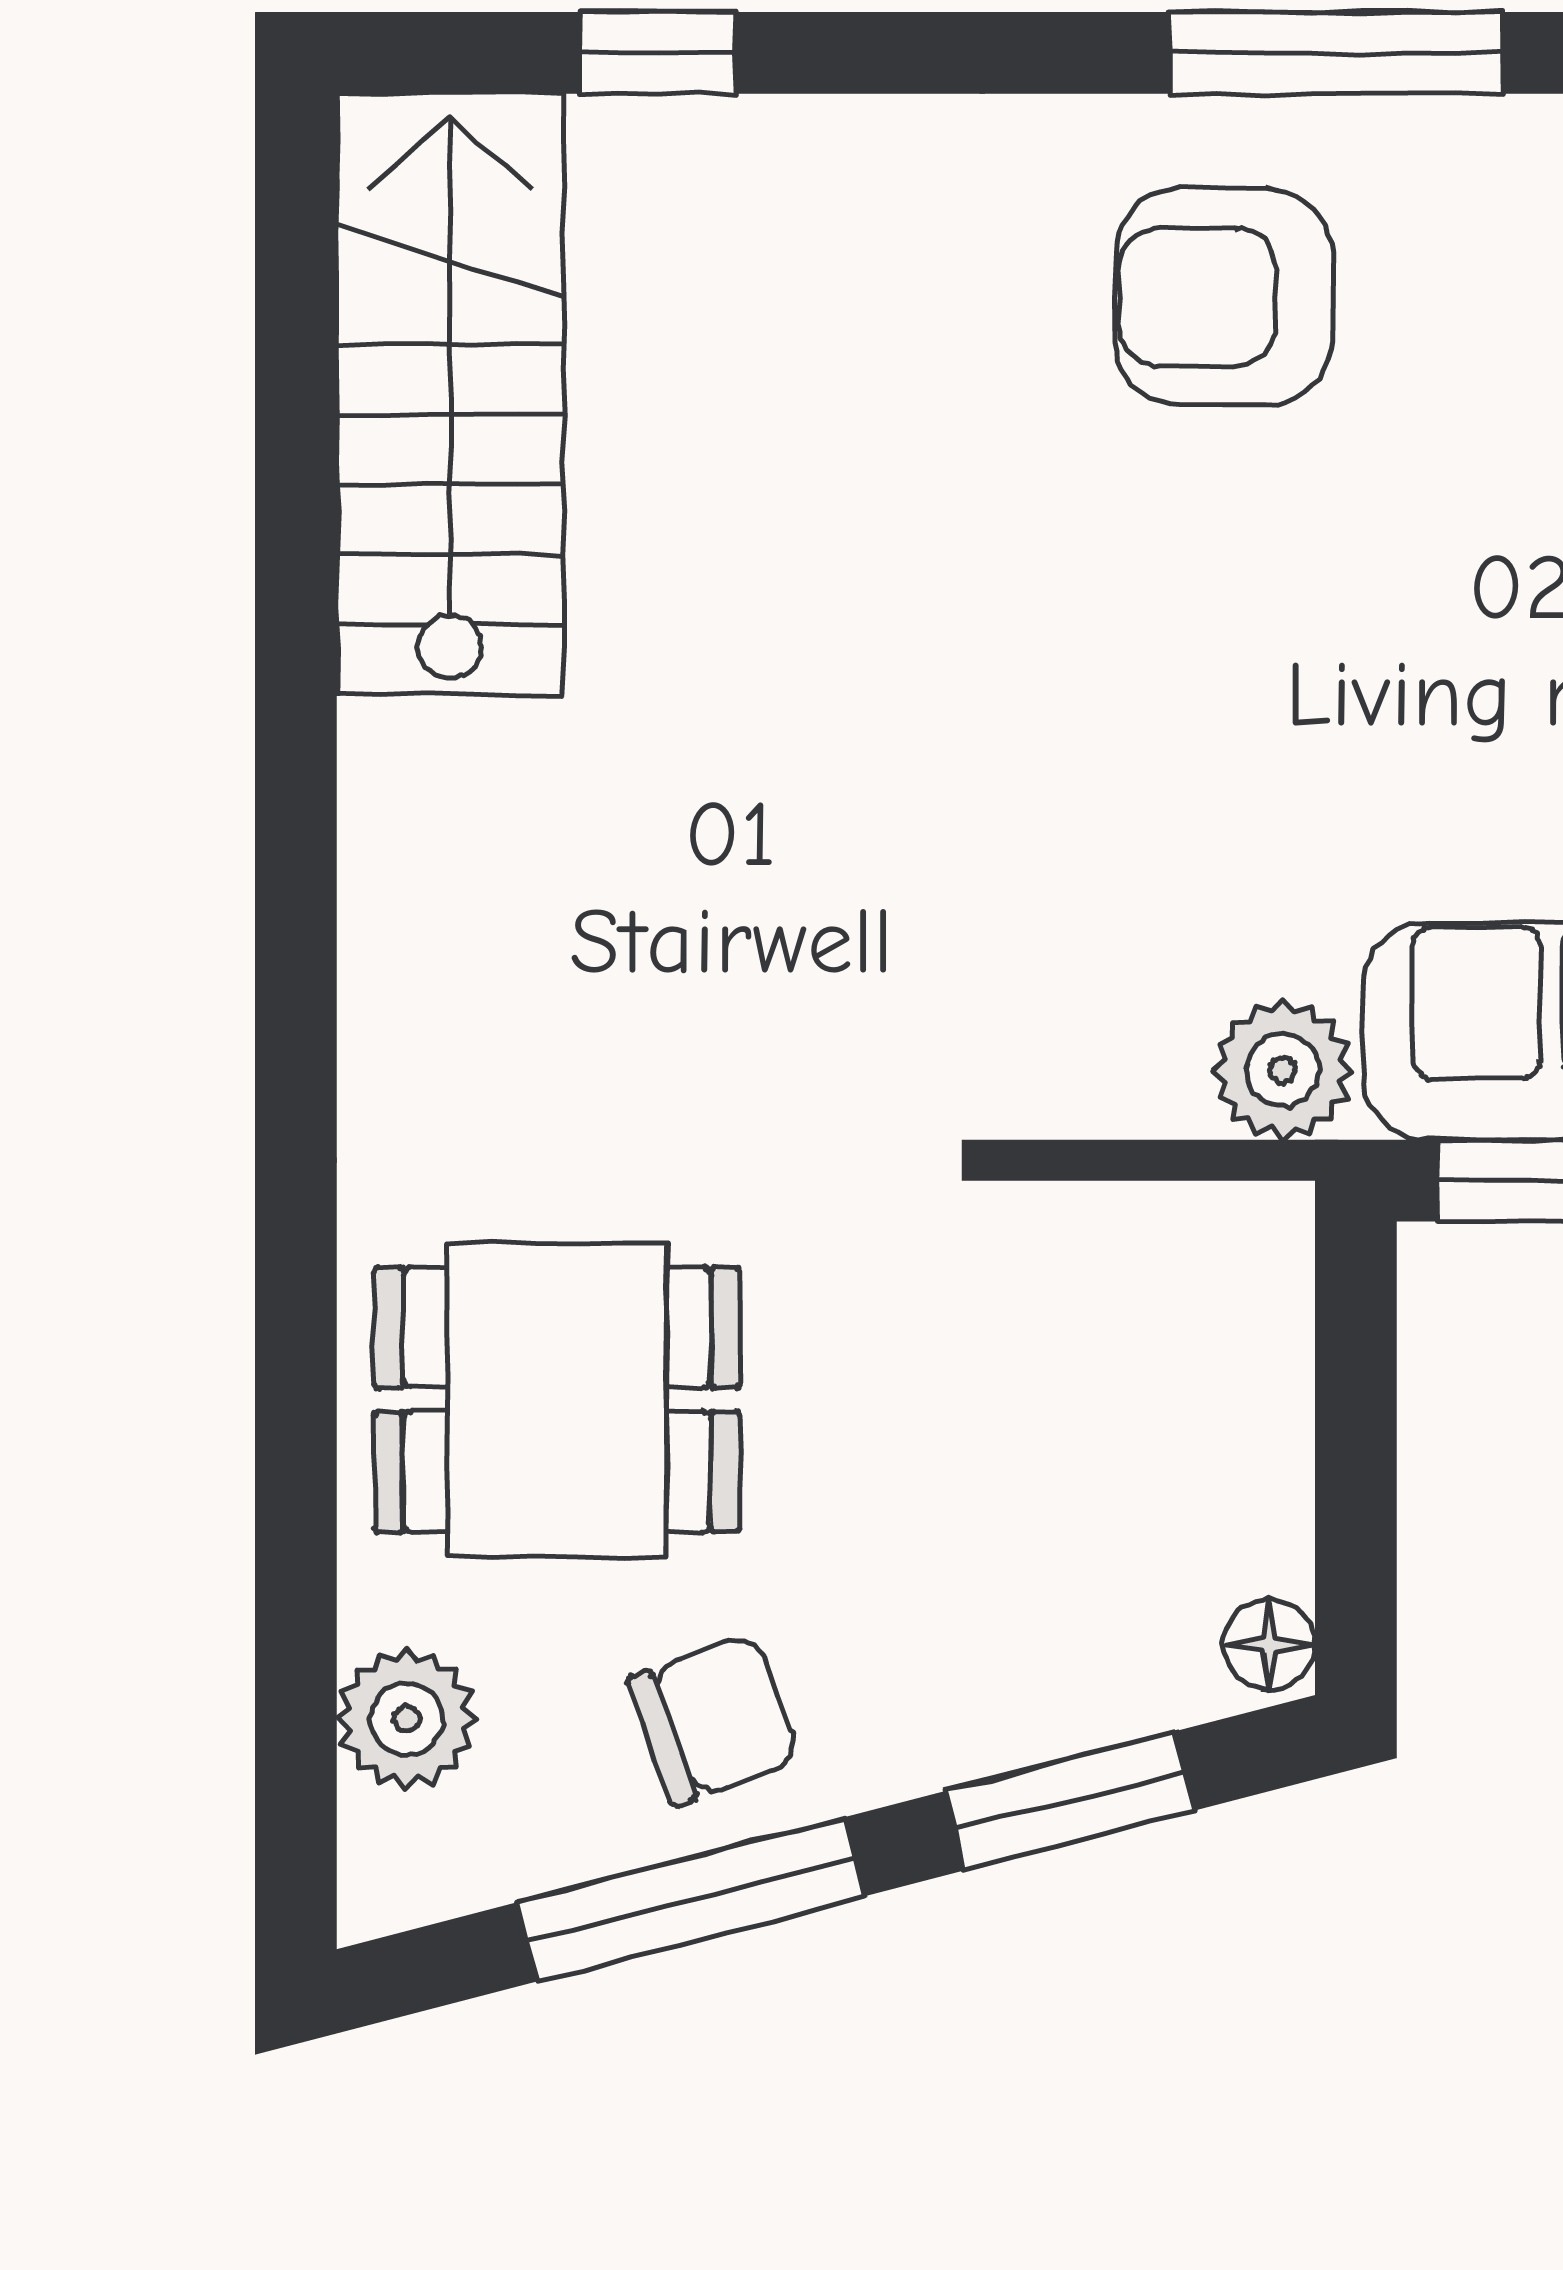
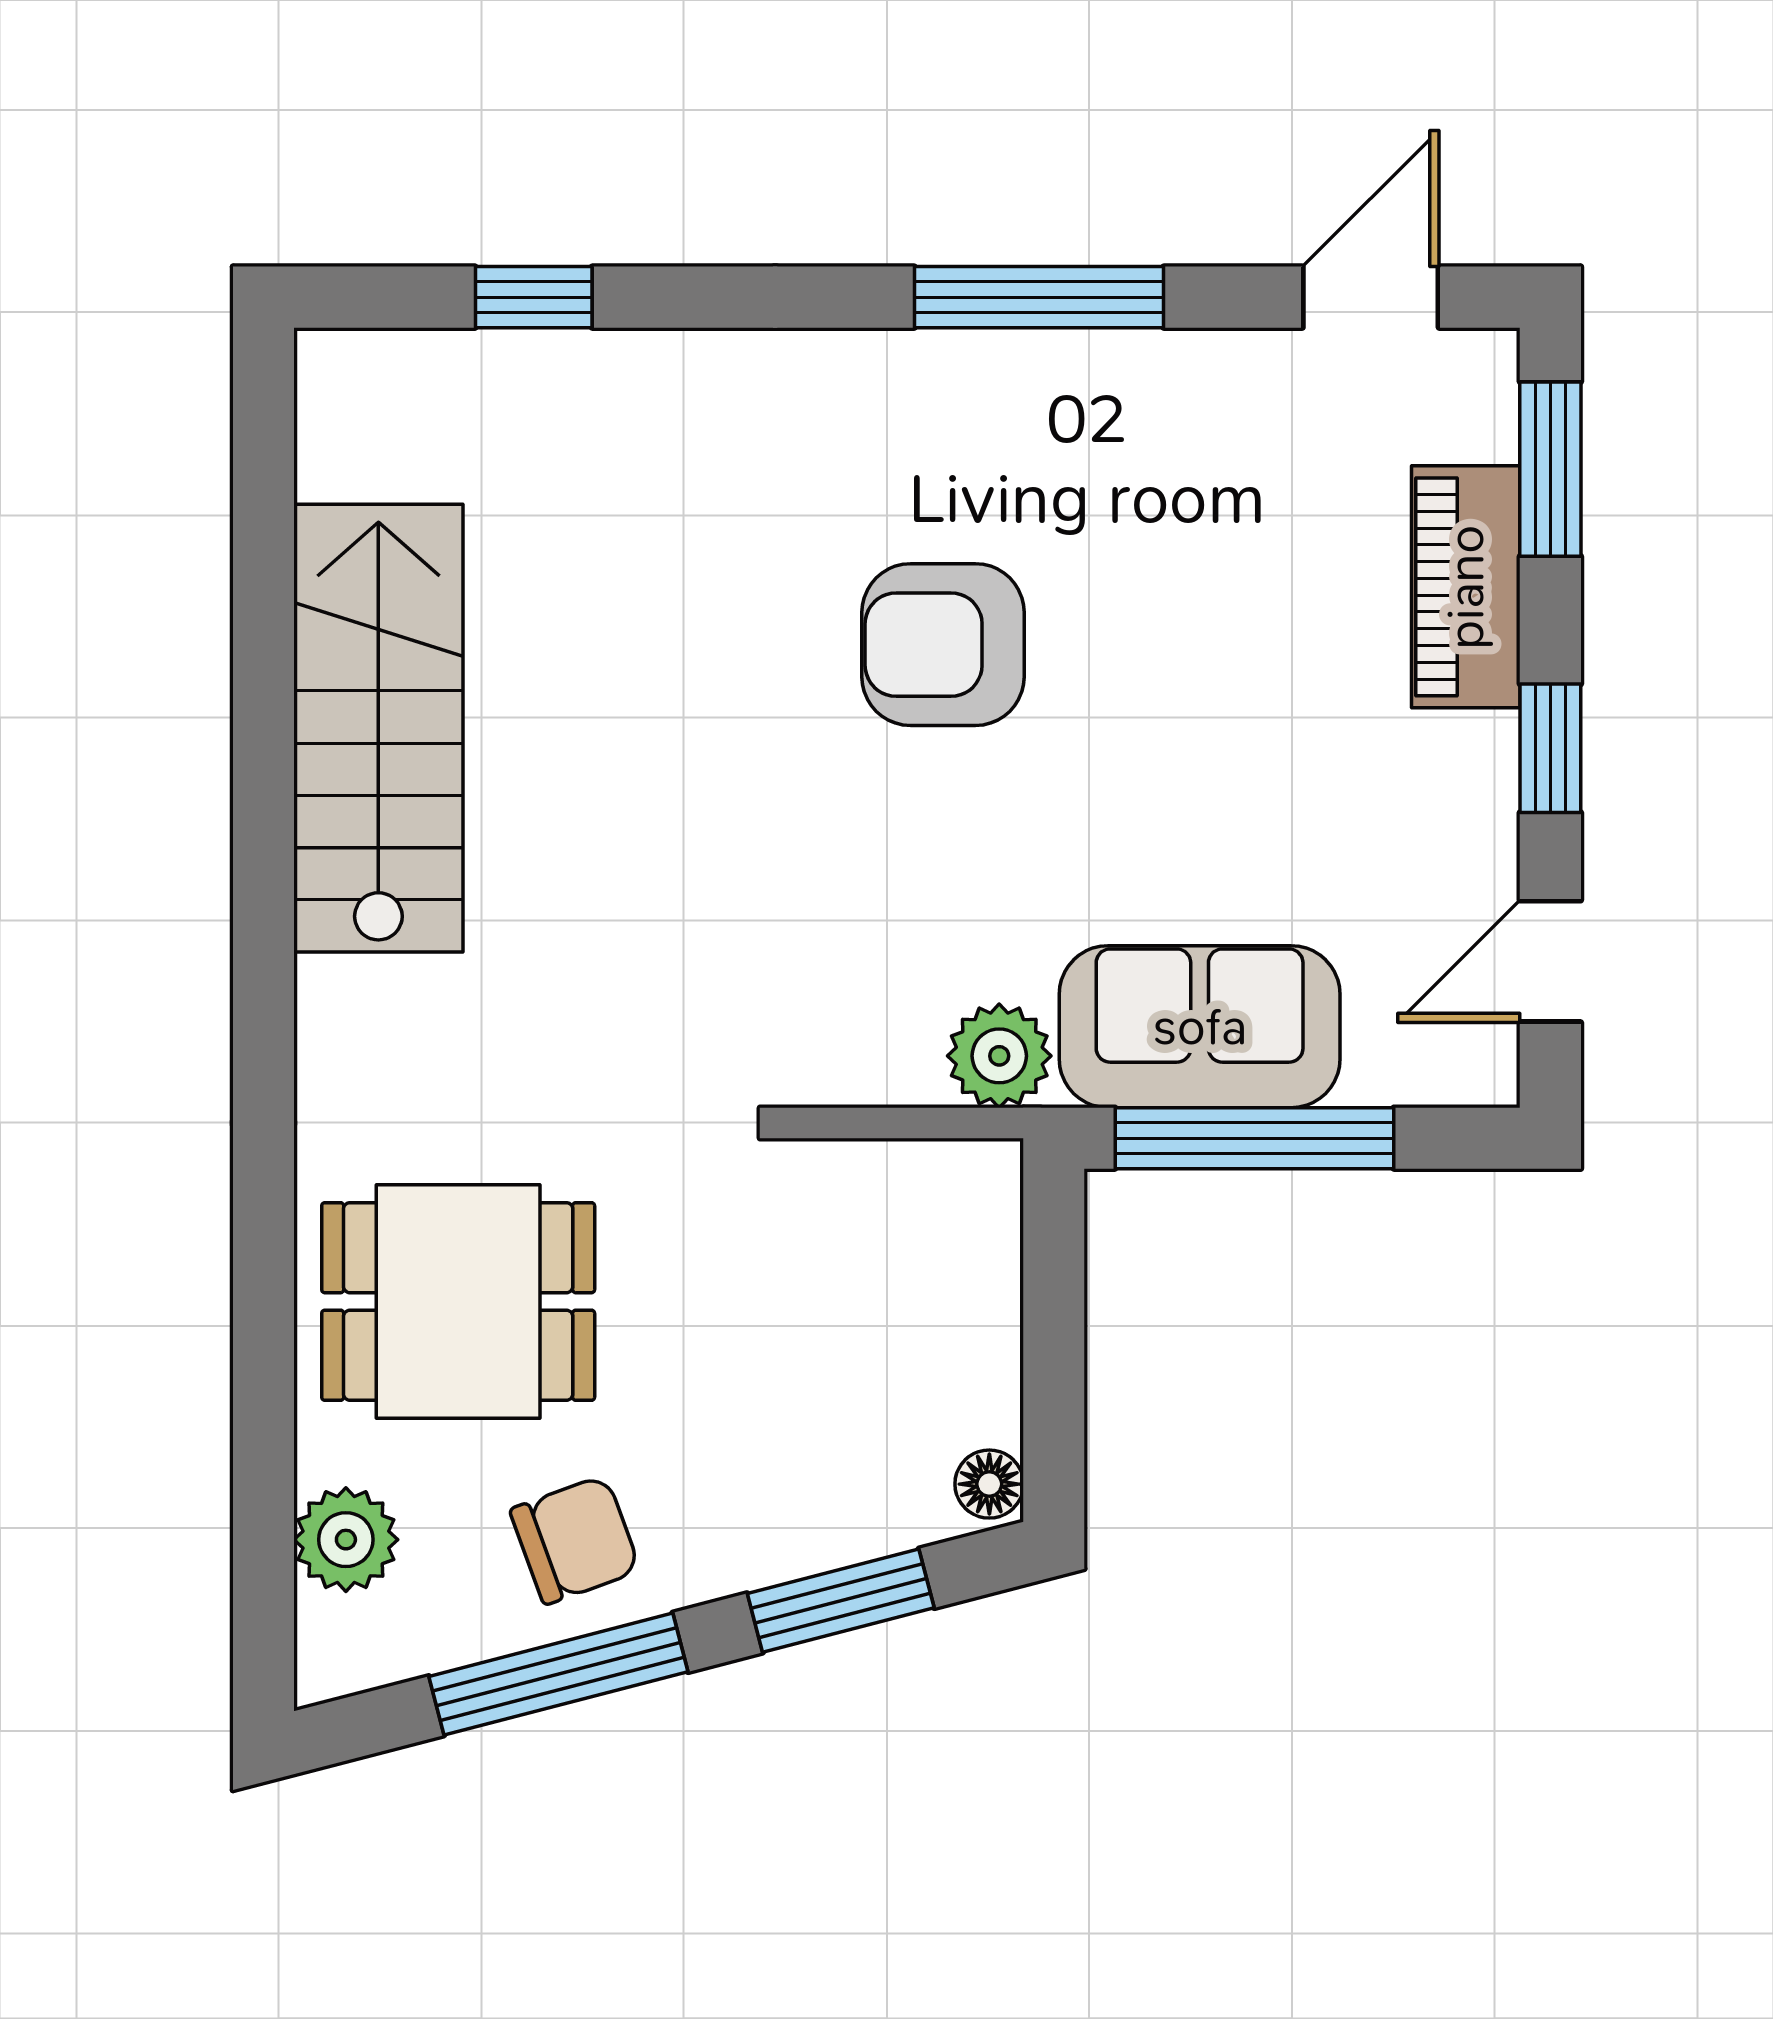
armchair: (1223, 297) -> (943, 645), moved
stairs: (450, 394) -> (378, 728), moved

